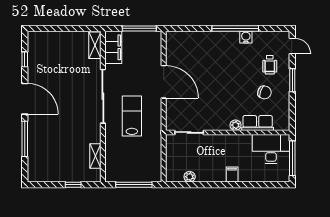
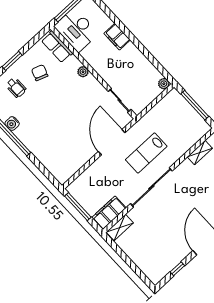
wheelchair: (270, 65) -> (16, 88), turned 90
door: (164, 82) -> (112, 142), moved
row of seats: (258, 123) -> (57, 47), moved
filing cabinet: (232, 174) -> (117, 37), width x2.00
plant: (190, 177) -> (164, 84), moved

